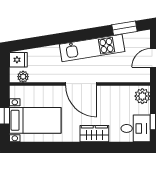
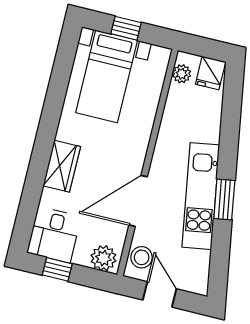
window: (124, 28) -> (224, 199), moved
stool: (136, 74) -> (142, 257), added
door: (81, 84) -> (138, 201), moved

